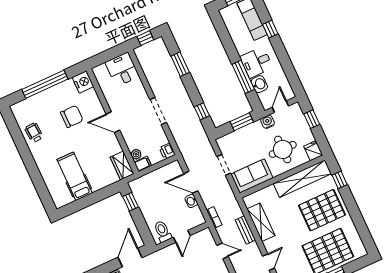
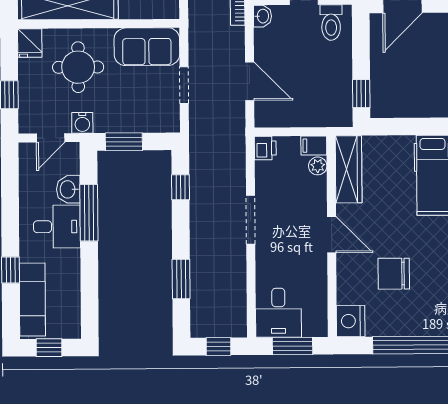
window: (107, 56) -> (293, 346), added
wardrobe: (122, 165) -> (349, 169), width x1.50
washbasin: (191, 201) -> (262, 16), moved

